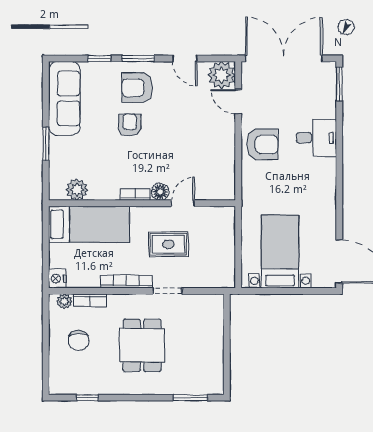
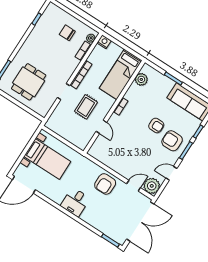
armchair: (137, 88) -> (172, 141), turned -90
desk: (316, 138) -> (75, 202), moved
floor lamp: (160, 192) -> (114, 119), removed
dining table: (142, 345) -> (29, 82), moved, turned 90

